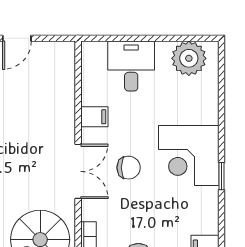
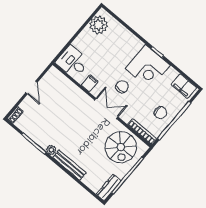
desk: (131, 66) -> (73, 62), moved
corner desk: (189, 156) -> (148, 67), moved

